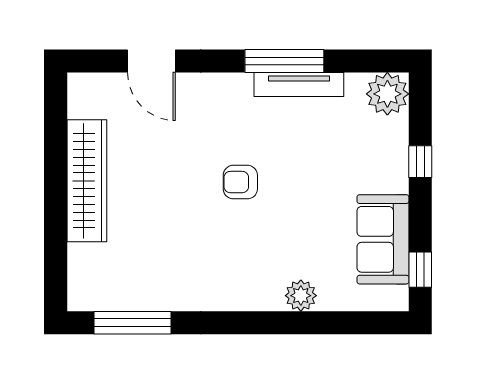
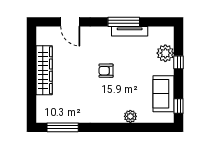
plant: (387, 94) -> (165, 53), moved

